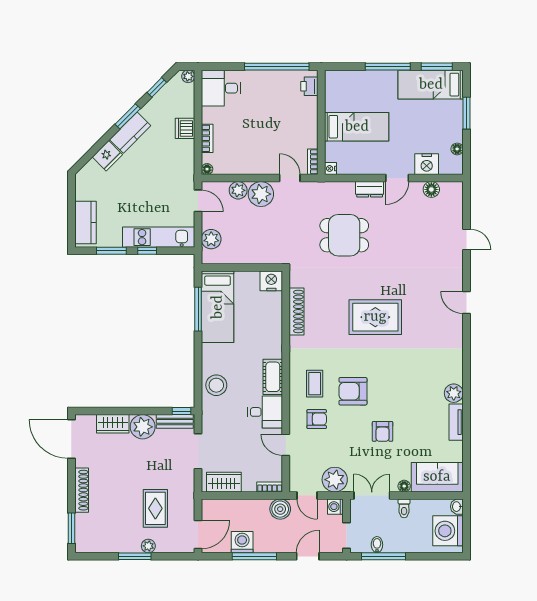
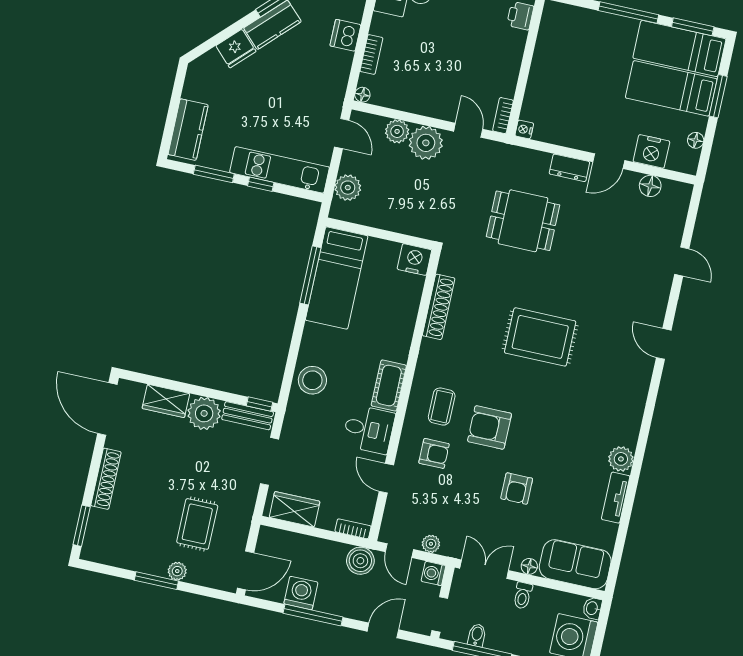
bed: (357, 127) -> (671, 88), moved, turned 180
plant: (335, 480) -> (431, 544), width x0.53, depth x0.53

